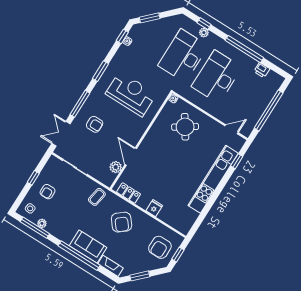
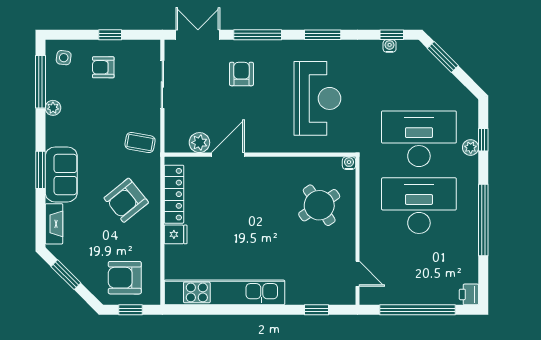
printer: (262, 70) -> (469, 294), moved
armchair: (95, 124) -> (241, 74), turned 180
kitchen unit: (213, 179) -> (224, 292), moved
locker: (129, 193) -> (174, 194), width x1.53
plant: (42, 223) -> (53, 108), moved
window: (79, 256) -> (40, 170), width x0.47

